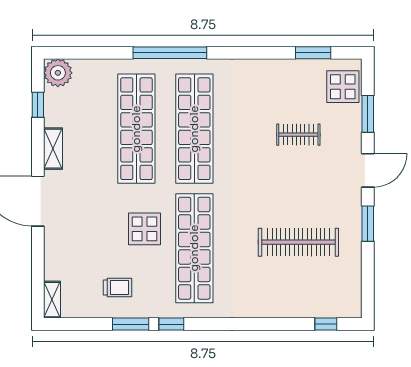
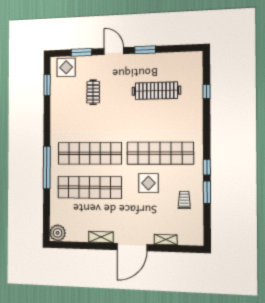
window: (38, 105) -> (76, 245), removed
clothes rail: (298, 242) -> (156, 91), turned 90
shelving: (52, 300) -> (166, 240), moved
window: (326, 324) -> (206, 91), moved

